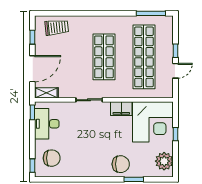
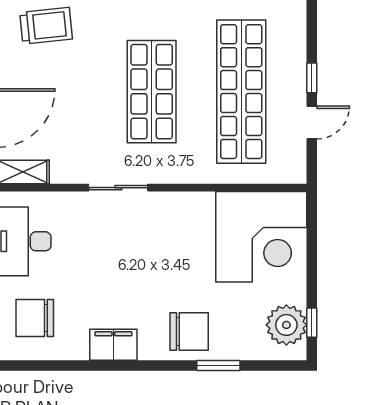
filing cabinet: (121, 109) -> (113, 345), moved, turned 180
window: (175, 134) -> (312, 323), moved
chair: (52, 158) -> (35, 318), turned 180

